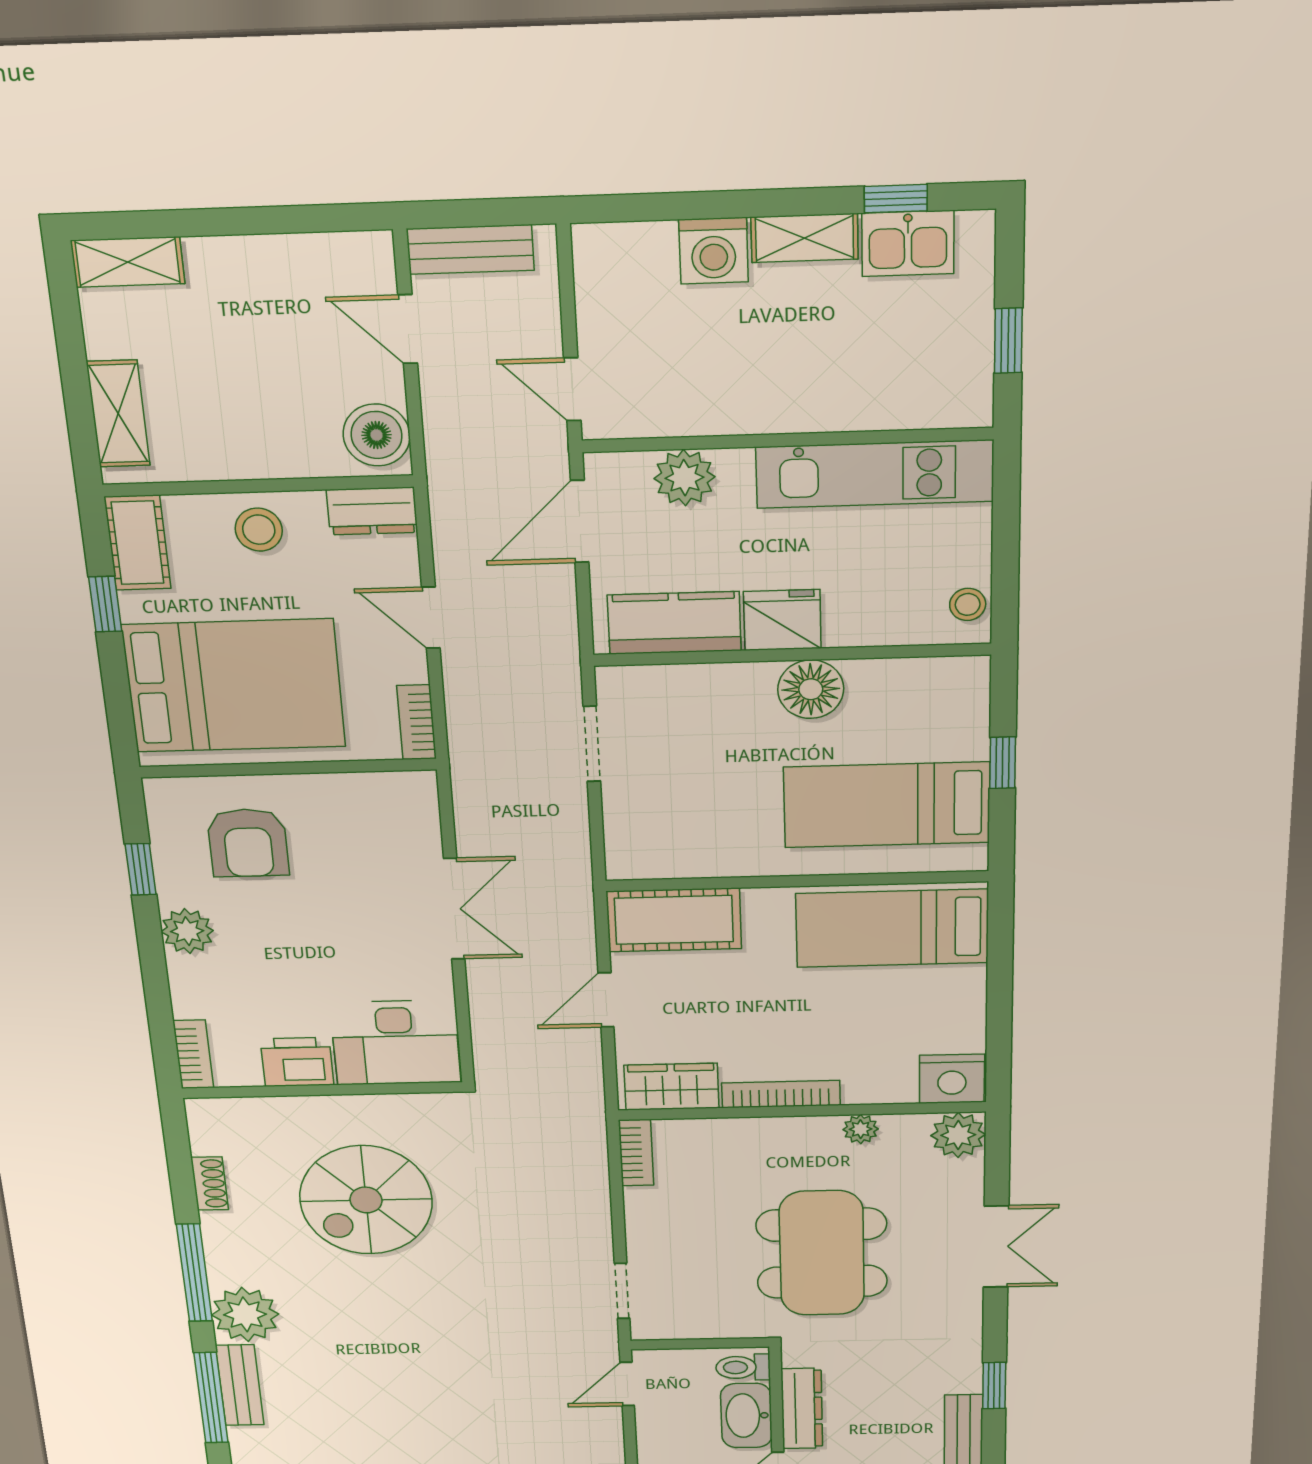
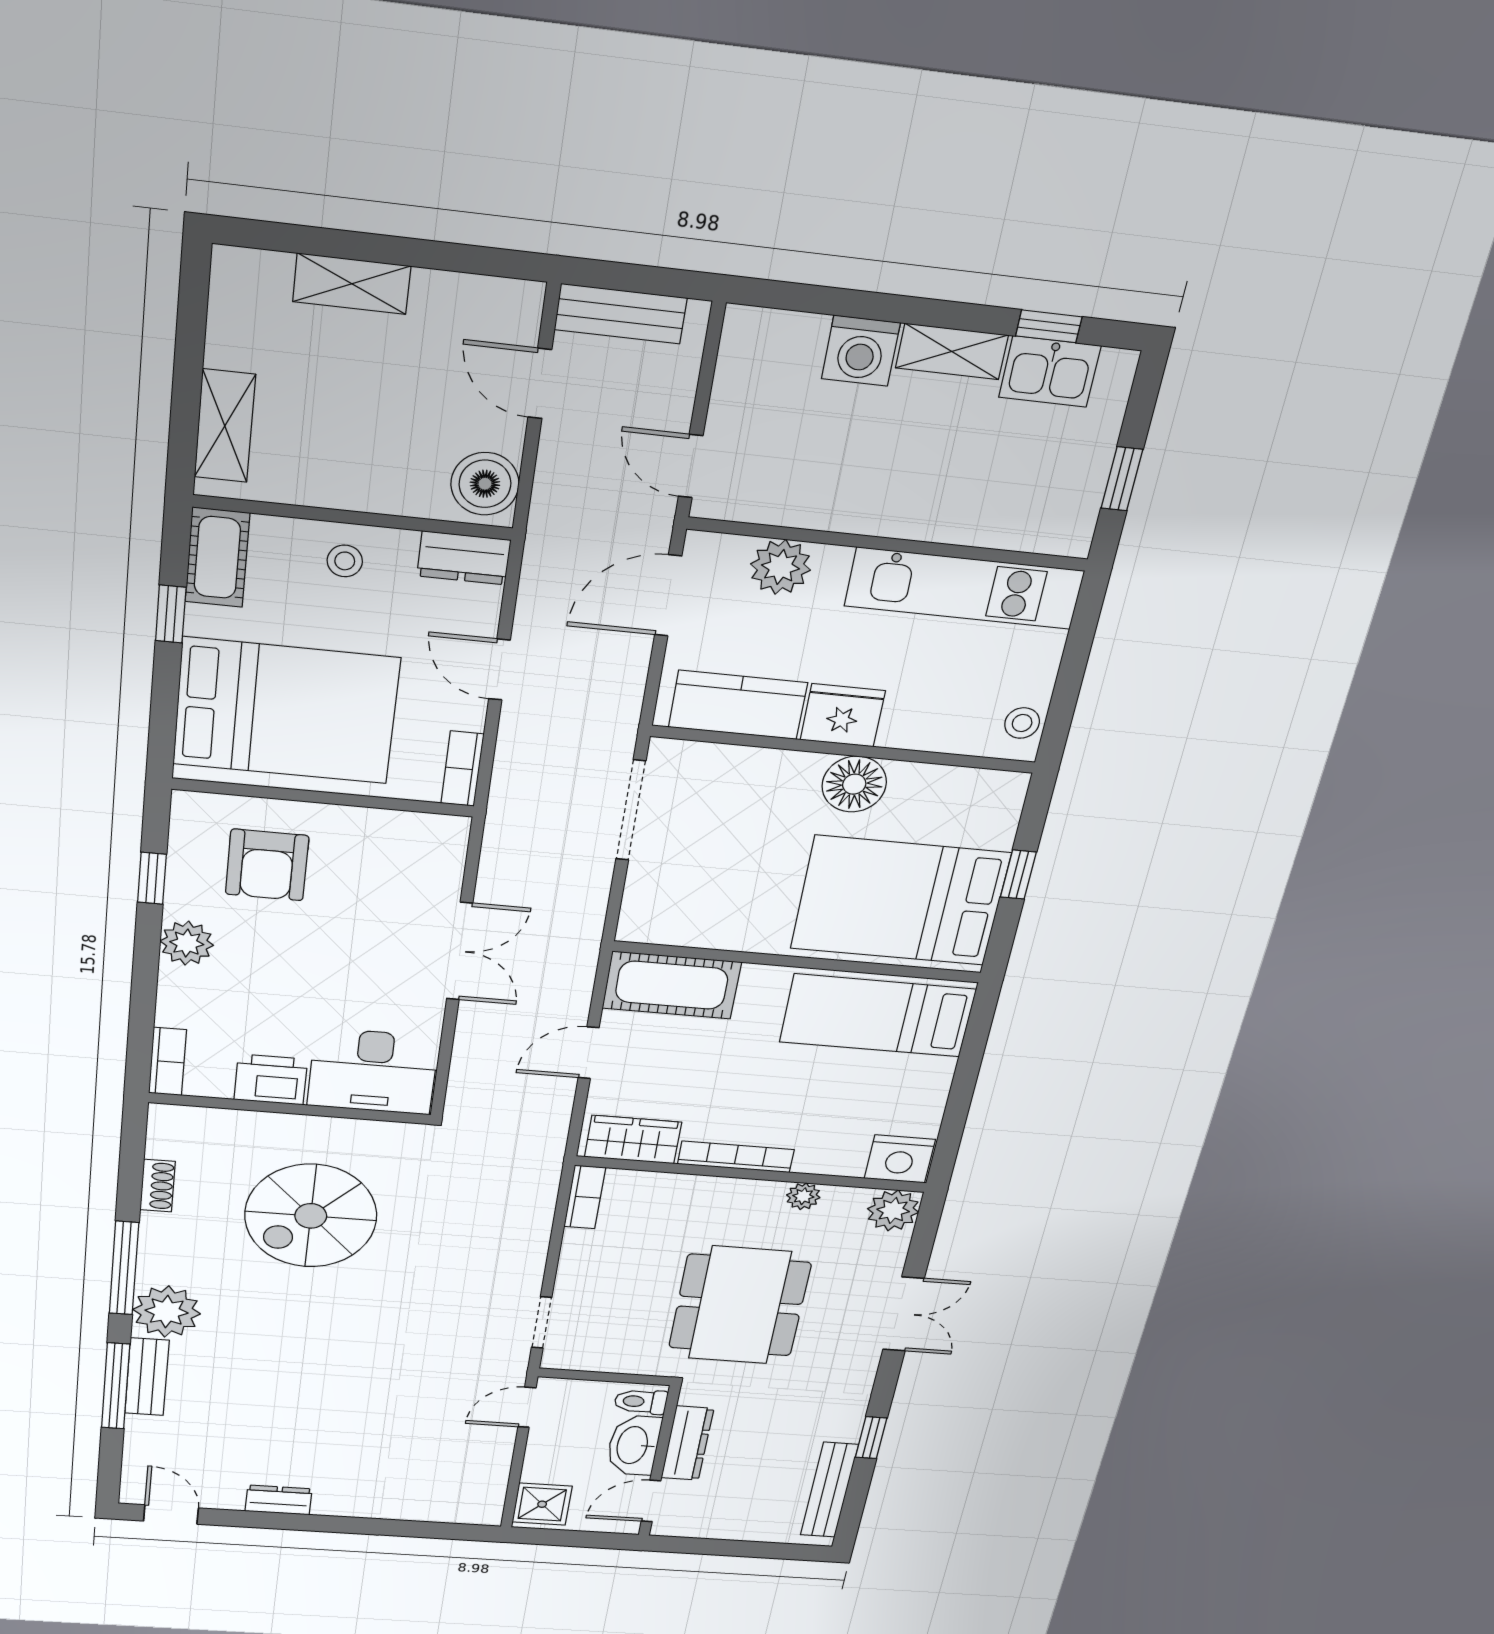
shelving: (128, 262) -> (352, 284), moved
stool: (259, 530) -> (345, 561), width x0.73, depth x0.73
doorway: (592, 744) -> (631, 810), width x1.38
bed: (887, 805) -> (900, 901), width x1.50

